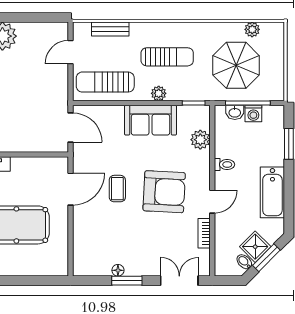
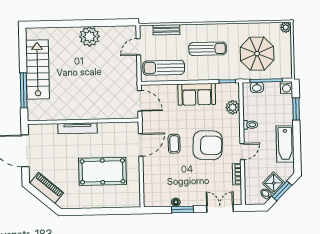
plant: (252, 29) -> (286, 27), moved
plant: (159, 93) -> (202, 75), removed
washing machine: (253, 113) -> (286, 87), moved

